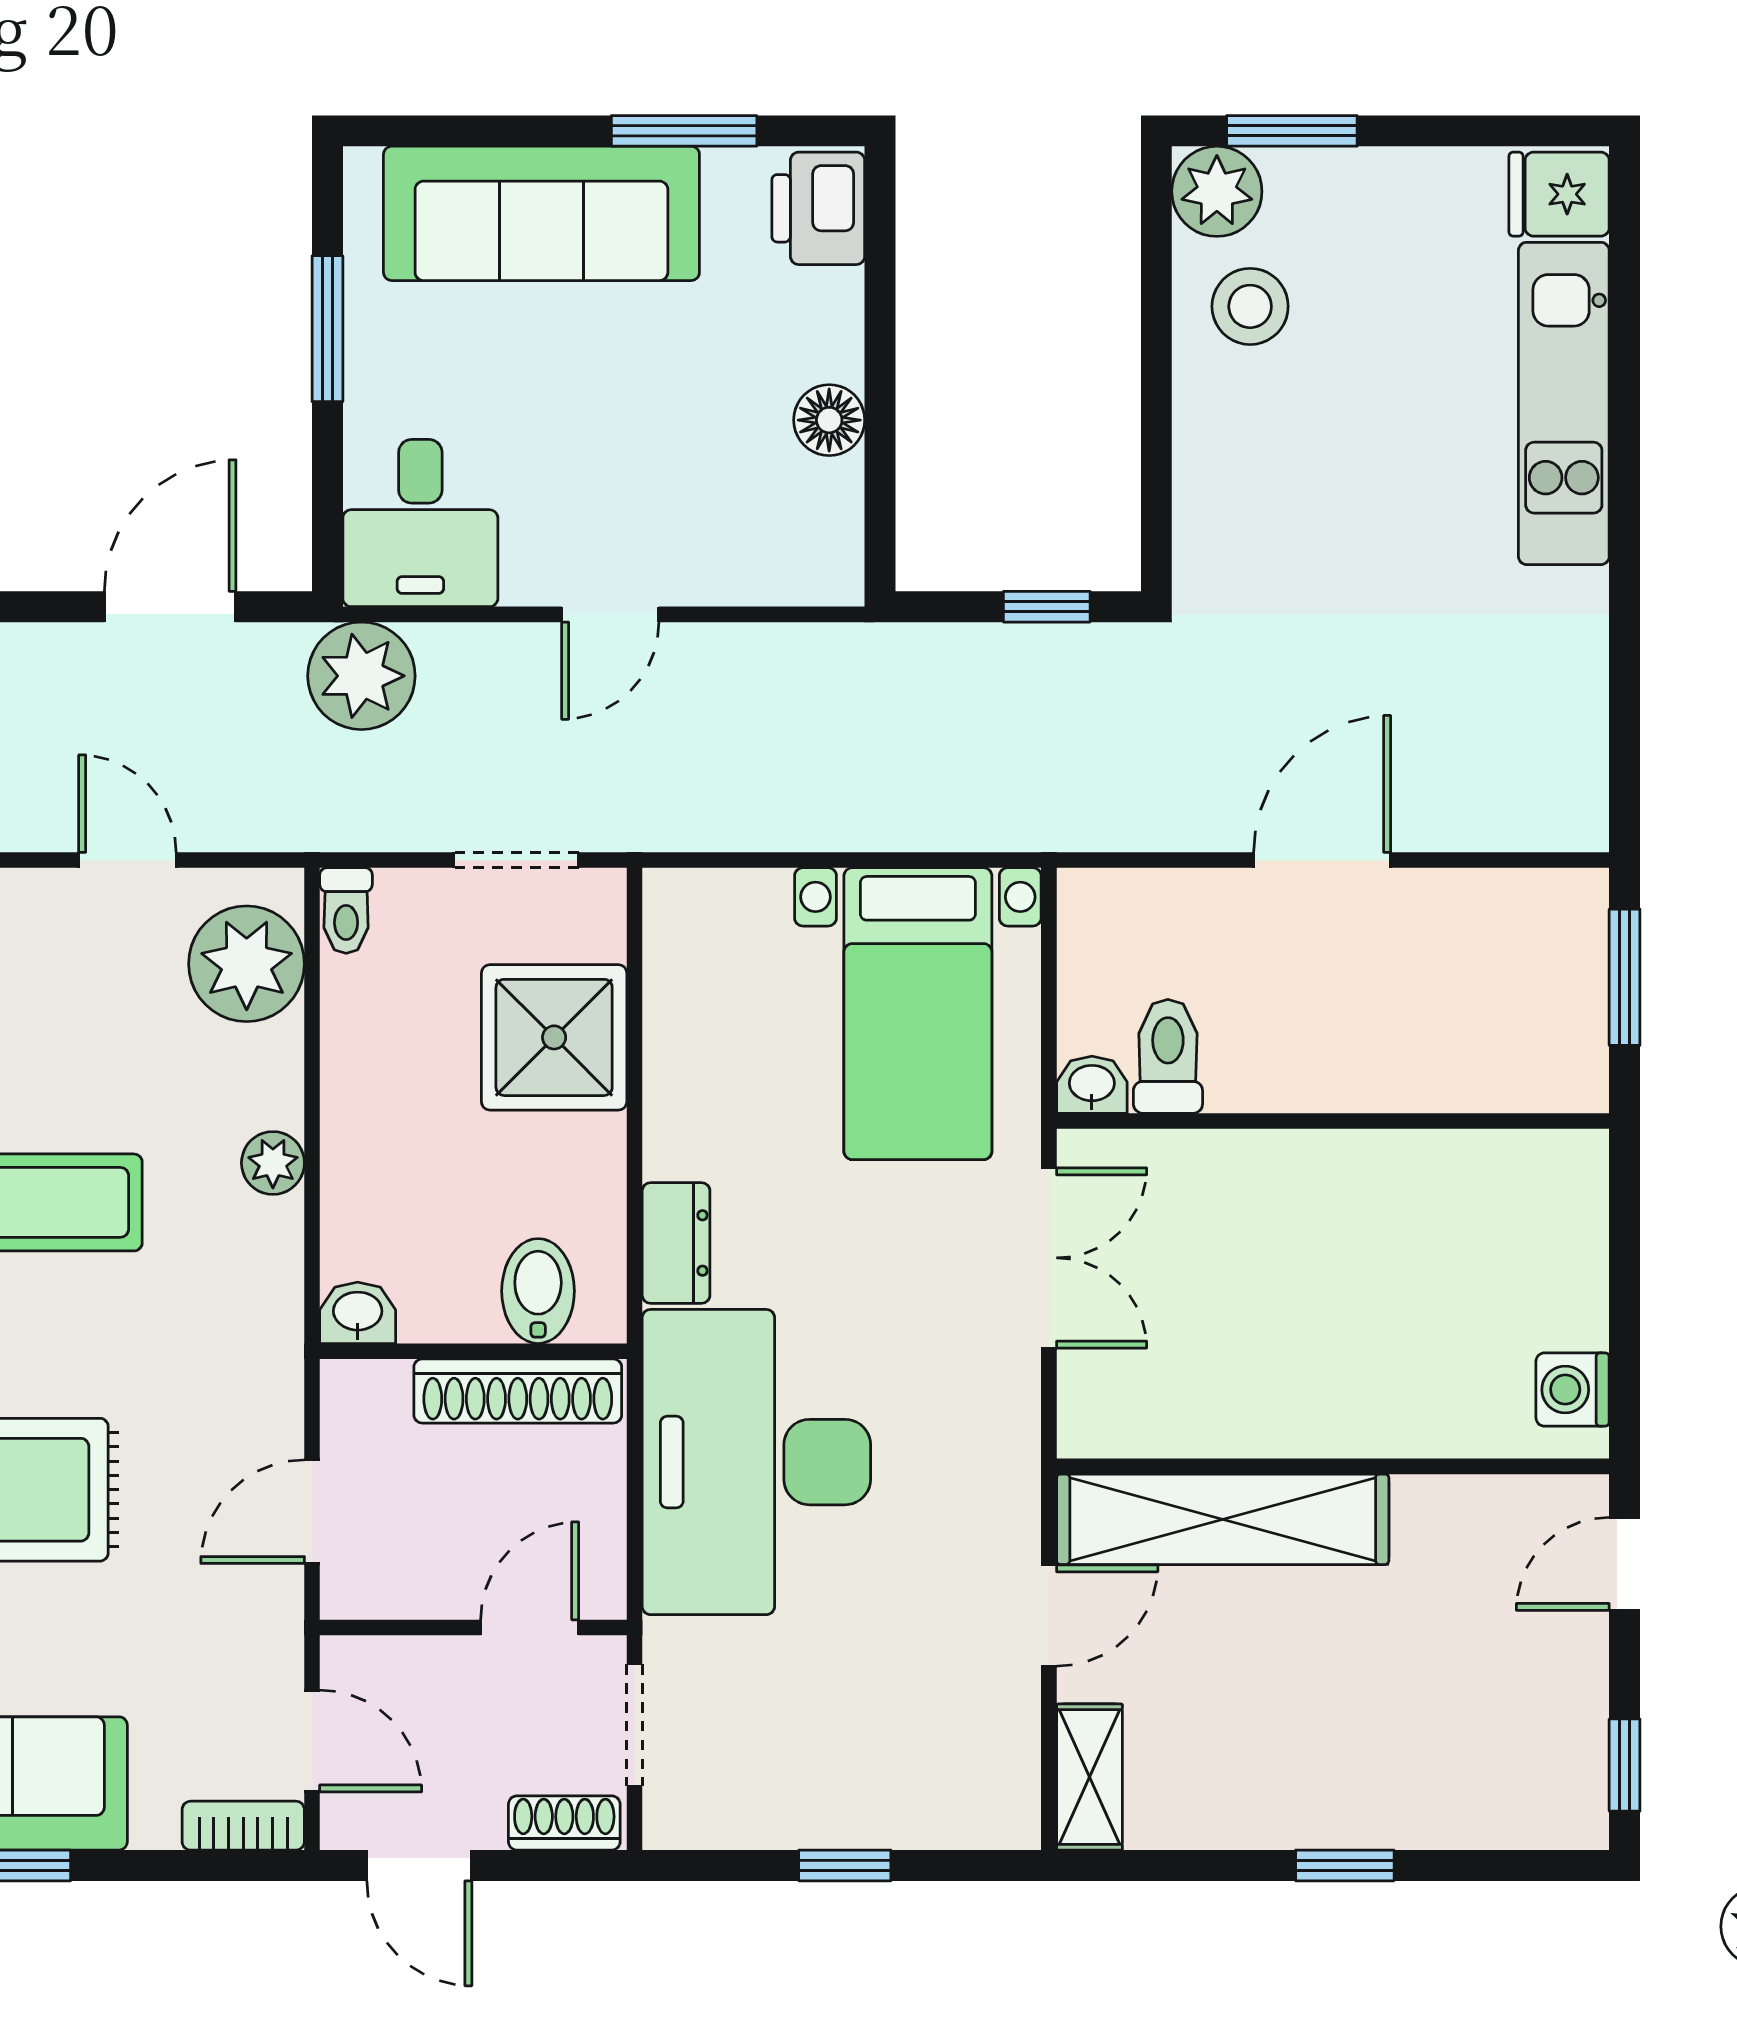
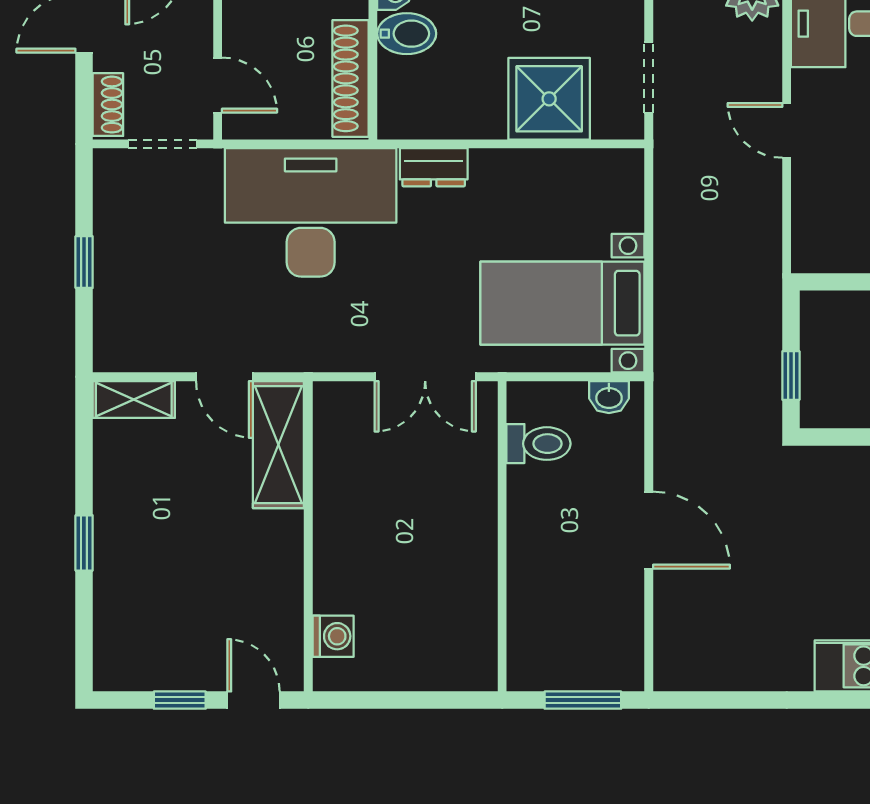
washbasin: (1092, 1085) -> (609, 397), moved, turned 90
bidet: (538, 1291) -> (407, 34), moved
washing machine: (1573, 1390) -> (333, 636), moved, turned 90
shelving: (1223, 1519) -> (278, 445), width x0.68
window: (1625, 1765) -> (180, 700), moved

